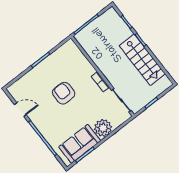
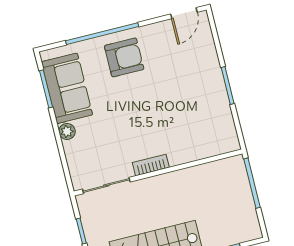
armchair: (64, 93) -> (124, 57), moved
door: (20, 110) -> (184, 13), moved
plant: (103, 128) -> (67, 131), width x0.53, depth x0.53

